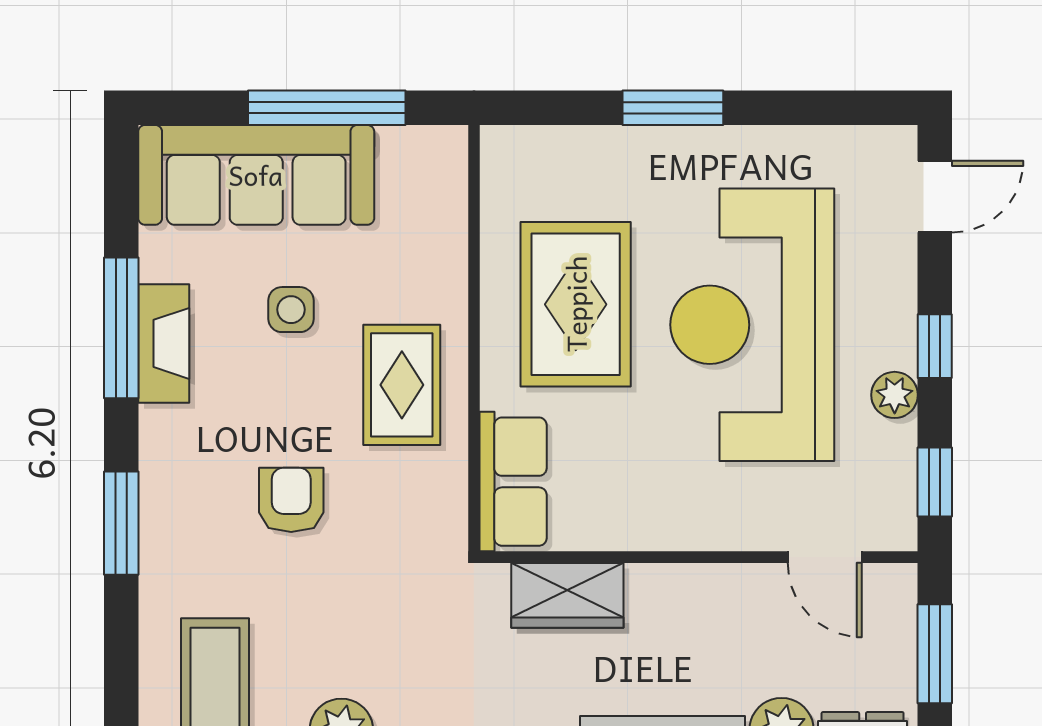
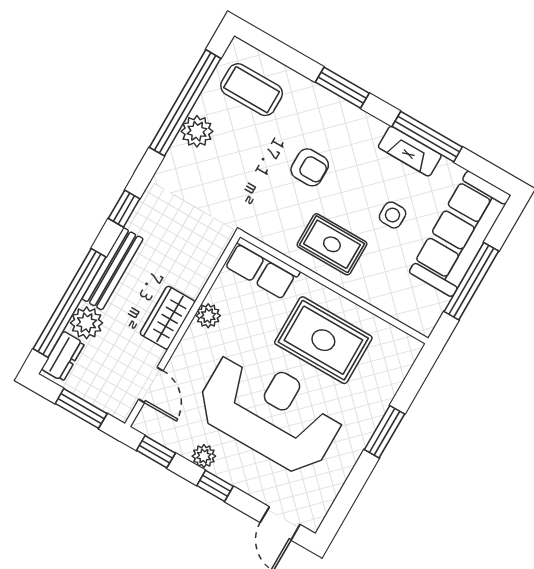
plant: (648, 527) -> (208, 316), added
door: (825, 557) -> (151, 385), swing flipped
wardrobe: (567, 595) -> (168, 318), moved

